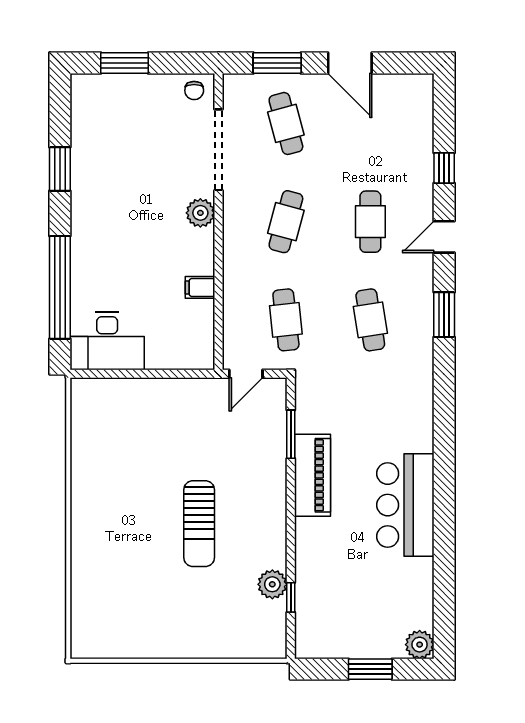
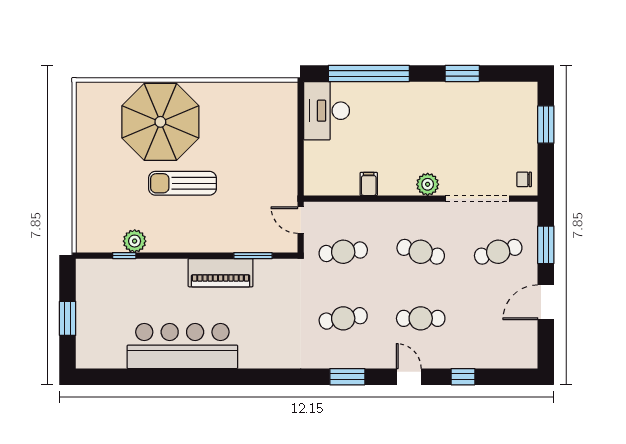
bar counter: (405, 505) -> (182, 346), width x1.36
parasol: (121, 552) -> (160, 122), added
plant: (420, 645) -> (87, 357), removed

